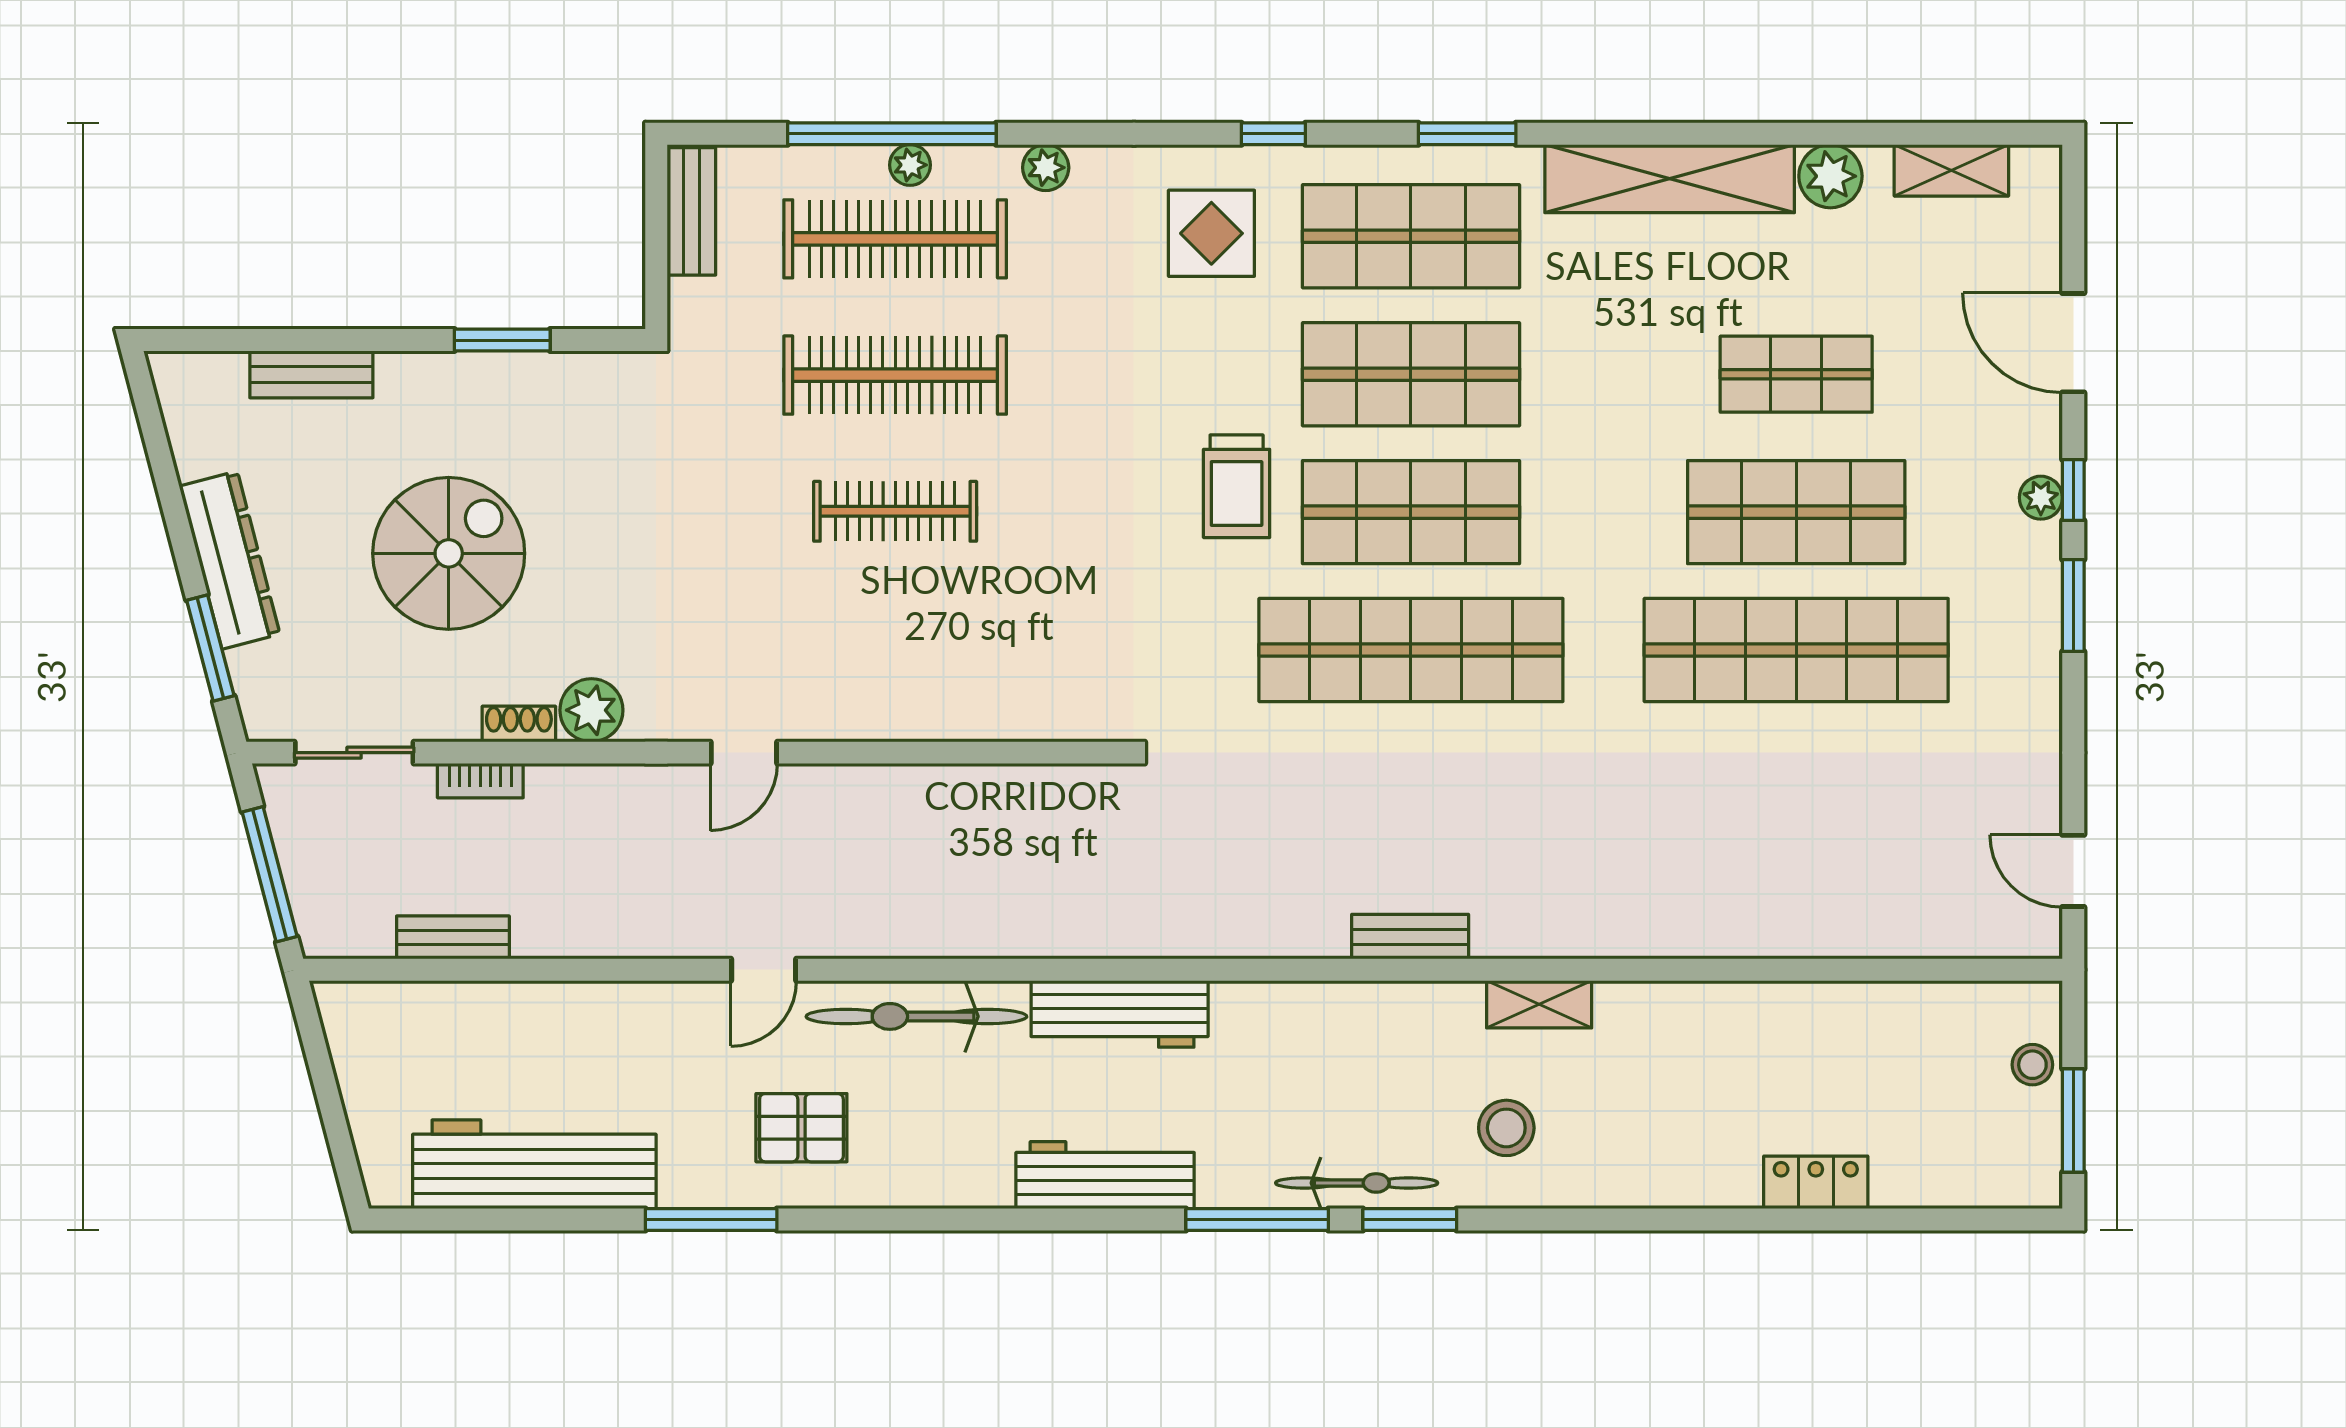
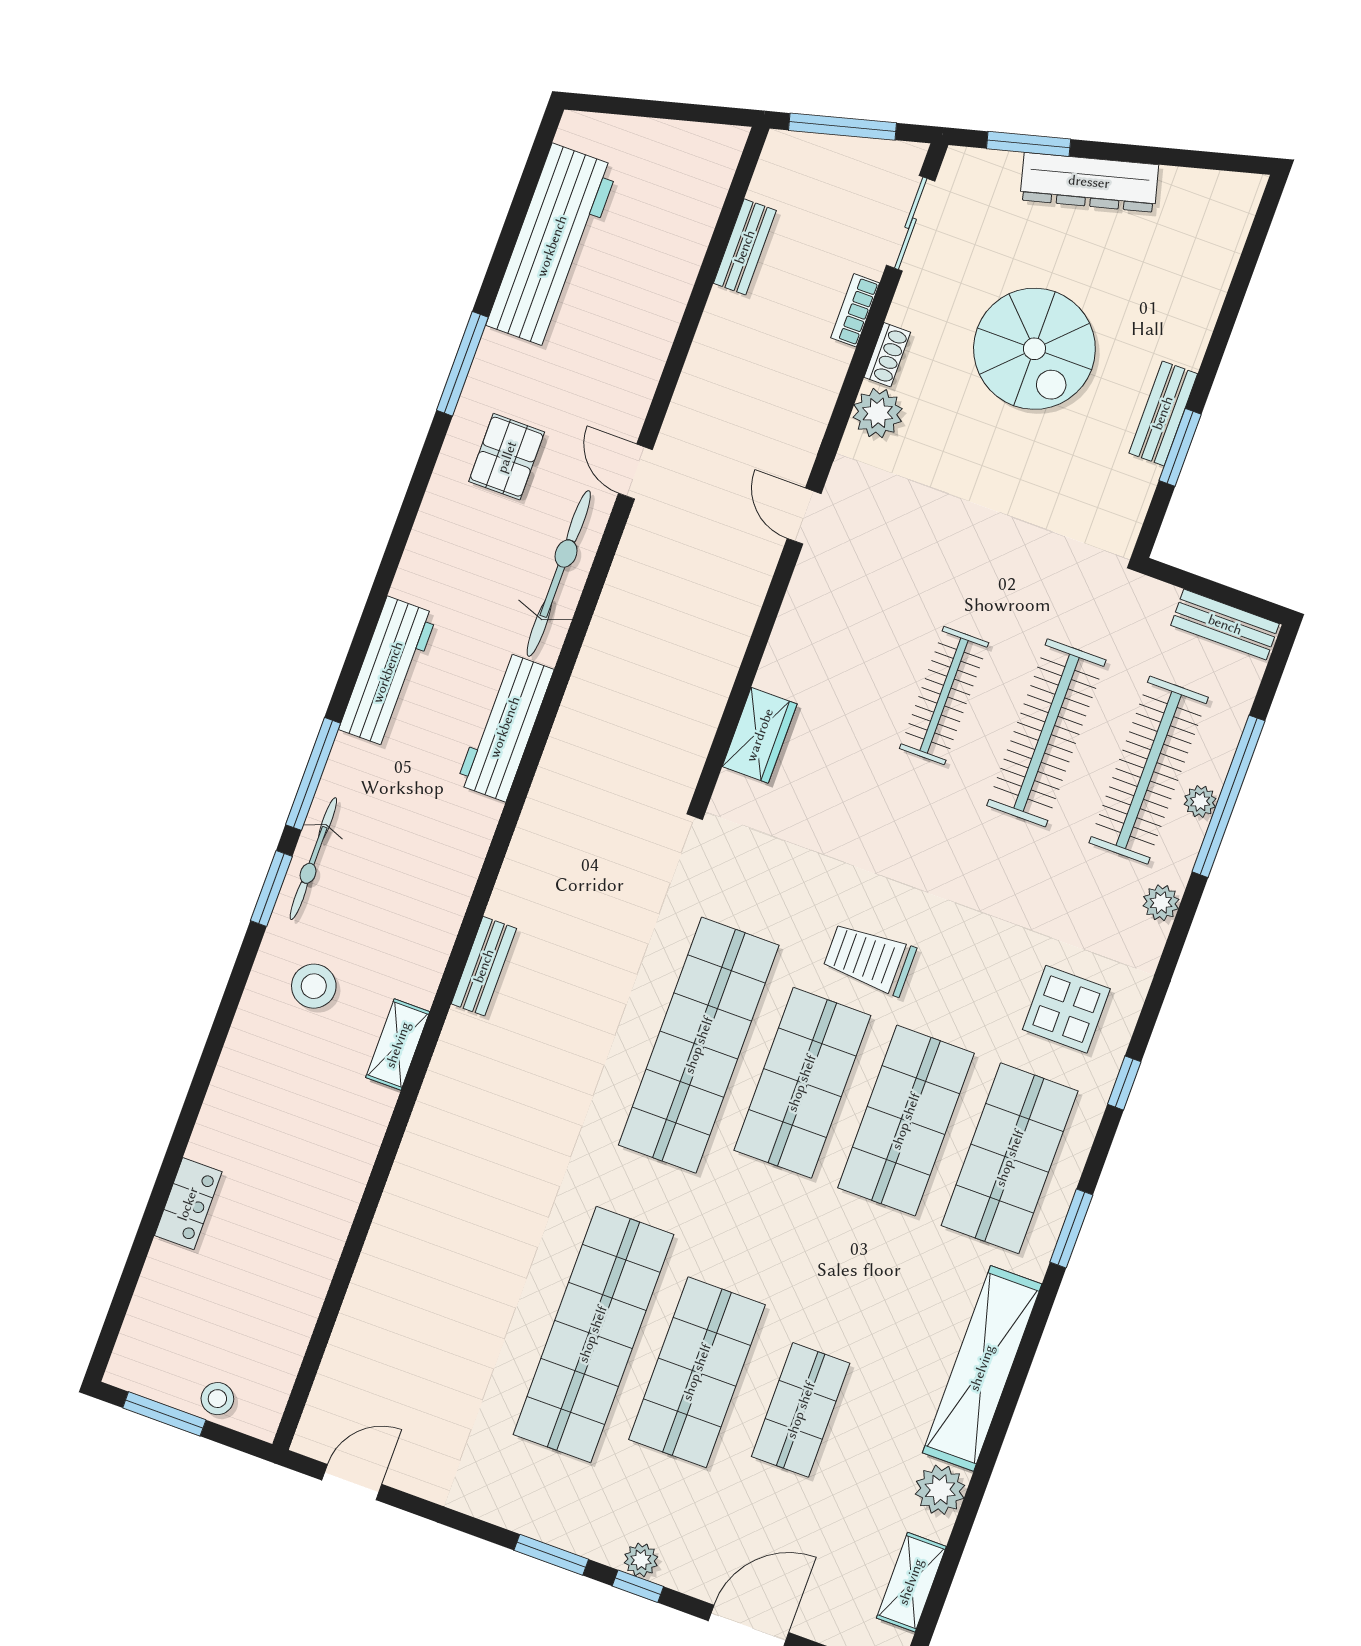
bench: (311, 374) -> (1163, 413), moved
wardrobe: (1021, 711) -> (760, 735), added

